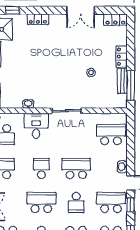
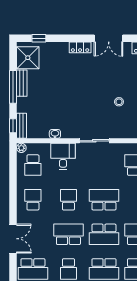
locker: (38, 19) -> (80, 47), moved
school desk: (76, 202) -> (104, 234), width x1.85

